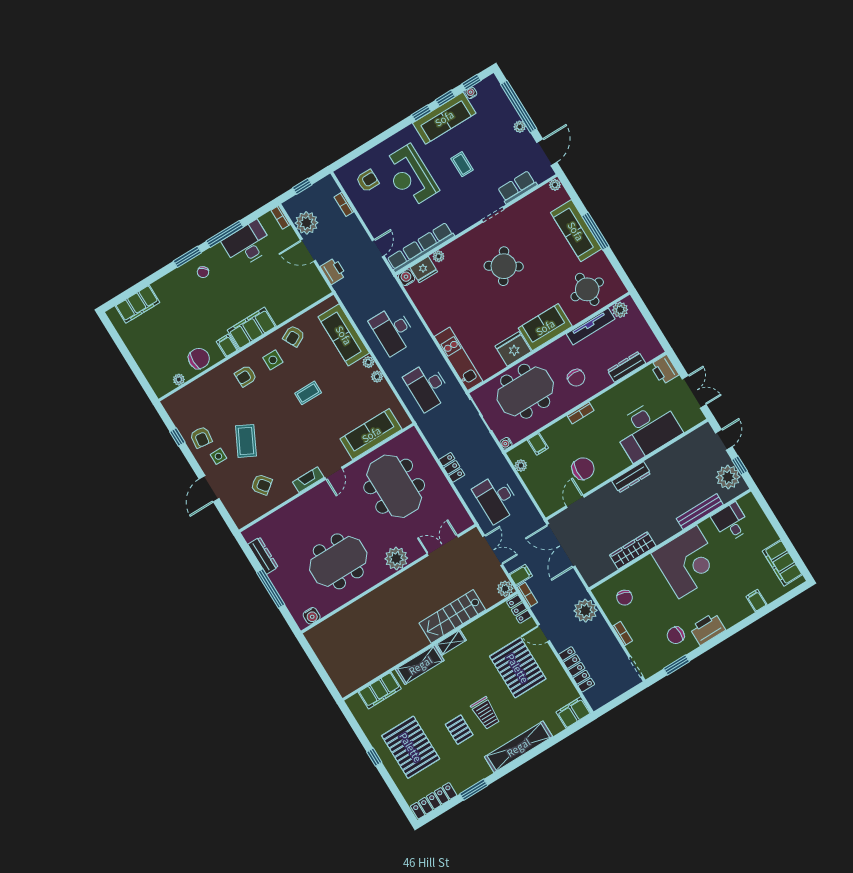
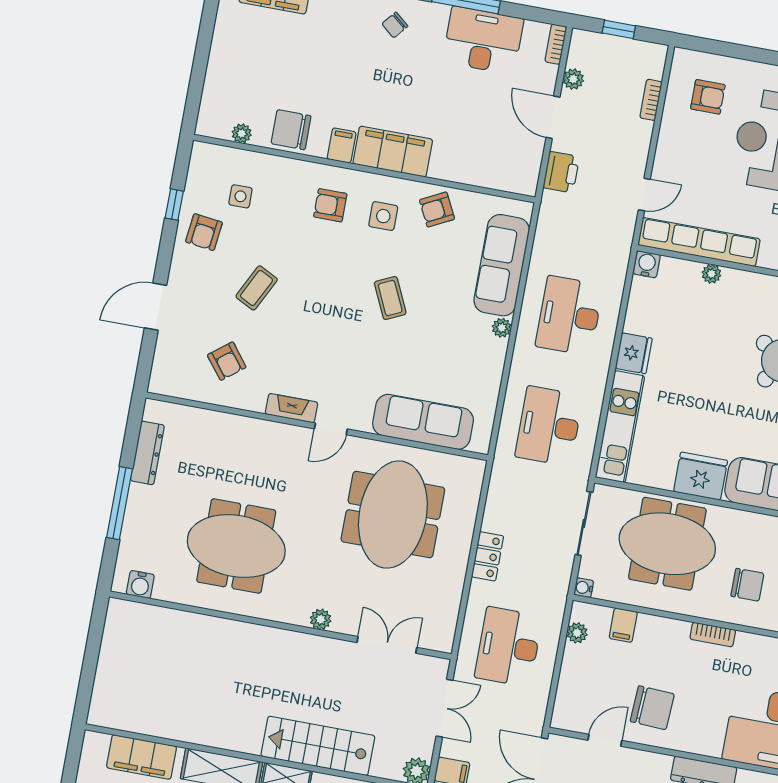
plant: (307, 223) -> (573, 79), width x0.53, depth x0.53
fridge: (424, 270) -> (634, 353), moved, turned -90
chair: (199, 359) -> (291, 130), turned 180
plant: (377, 377) -> (496, 356), removed
chair: (576, 378) -> (747, 585), turned -90
coffee table: (308, 393) -> (390, 298), turned 65
coffee table: (246, 441) -> (257, 288), width x0.73, depth x0.77
side table: (218, 456) -> (240, 196), moved
plant: (396, 558) -> (321, 619), width x0.53, depth x0.53

